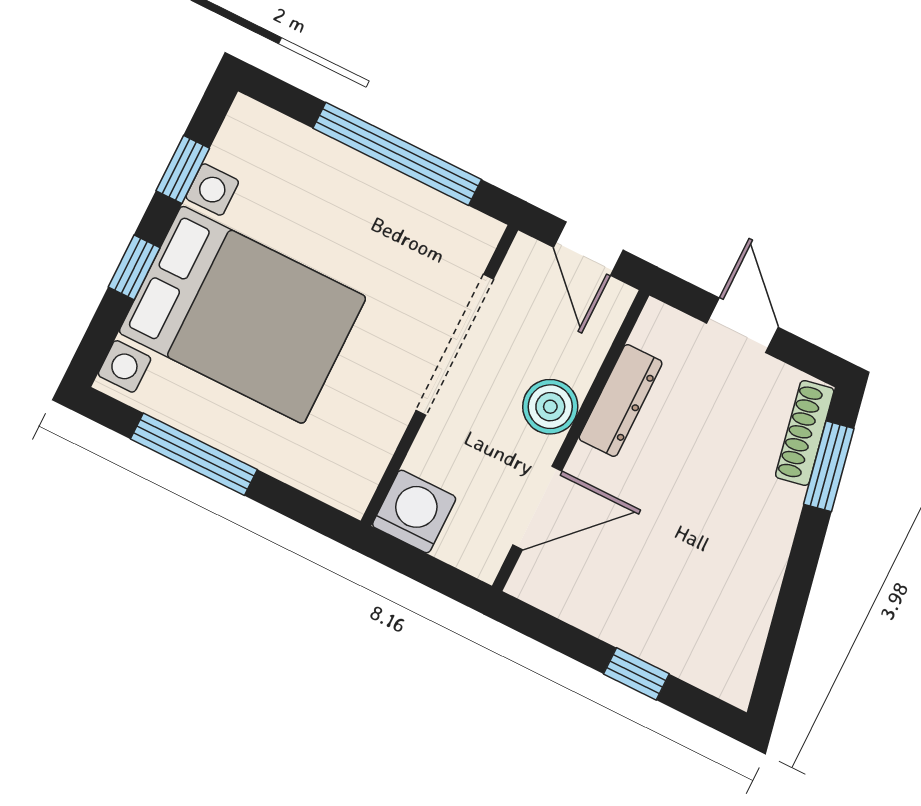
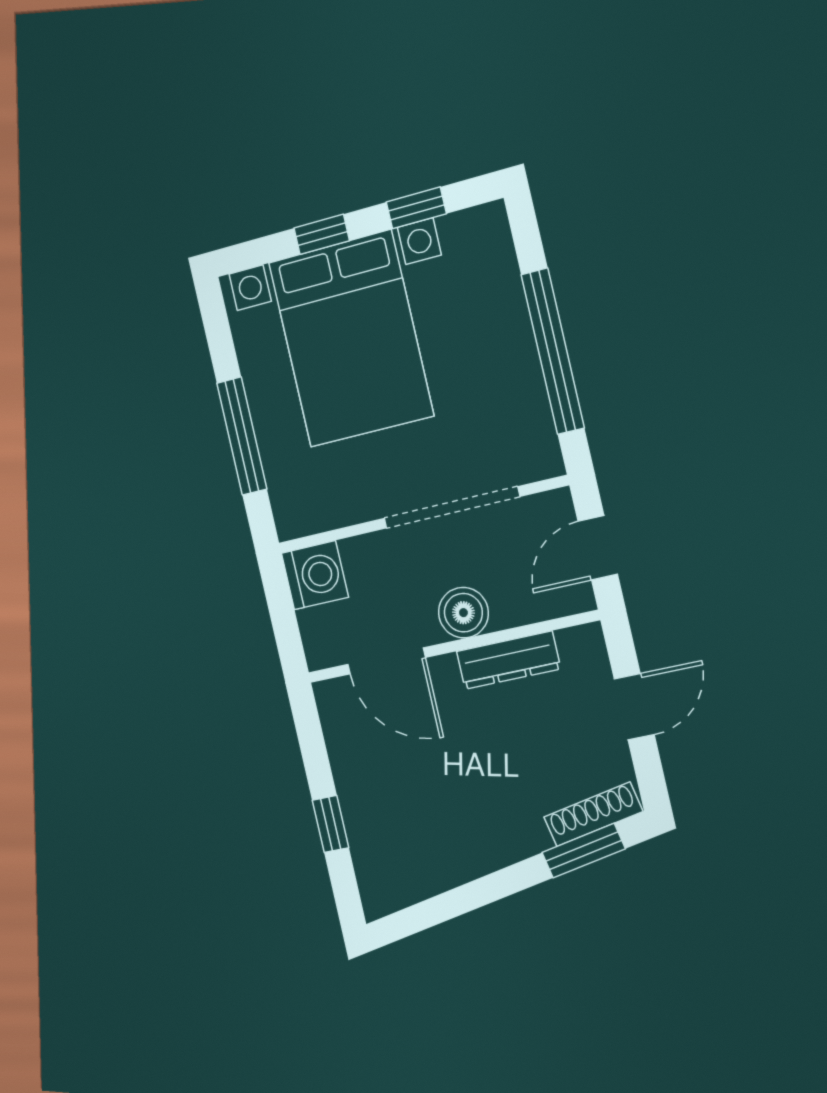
window: (194, 454) -> (242, 436), moved

